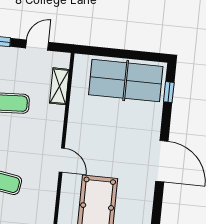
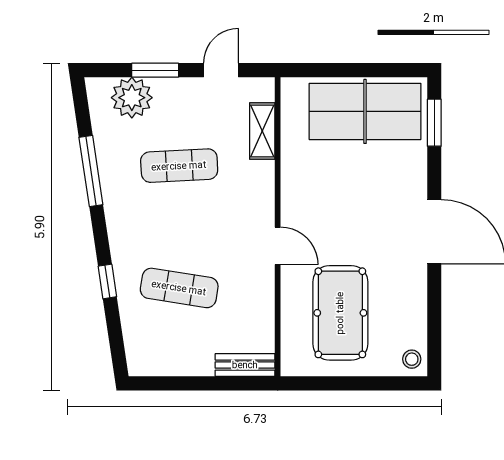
window: (169, 92) -> (434, 123), width x1.50

